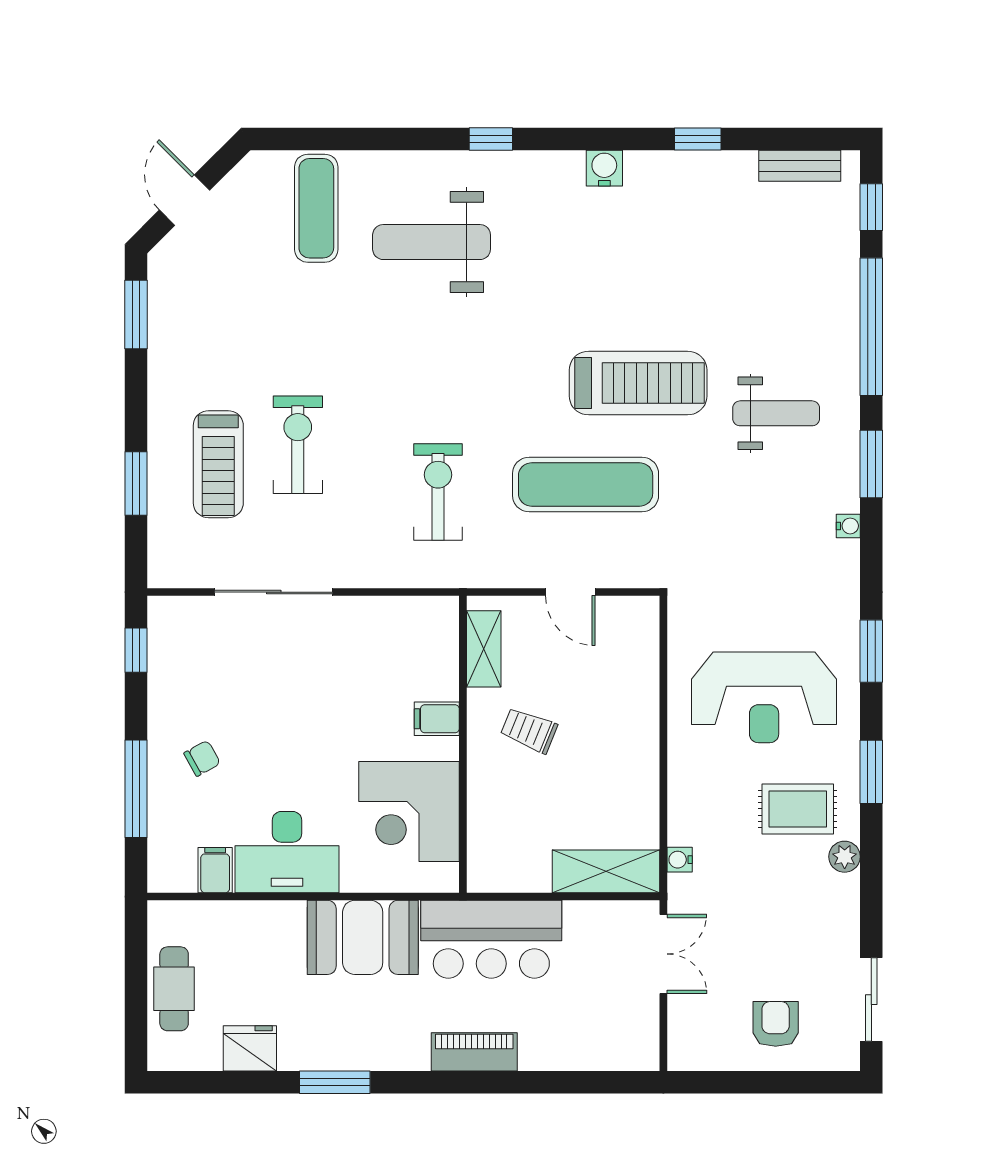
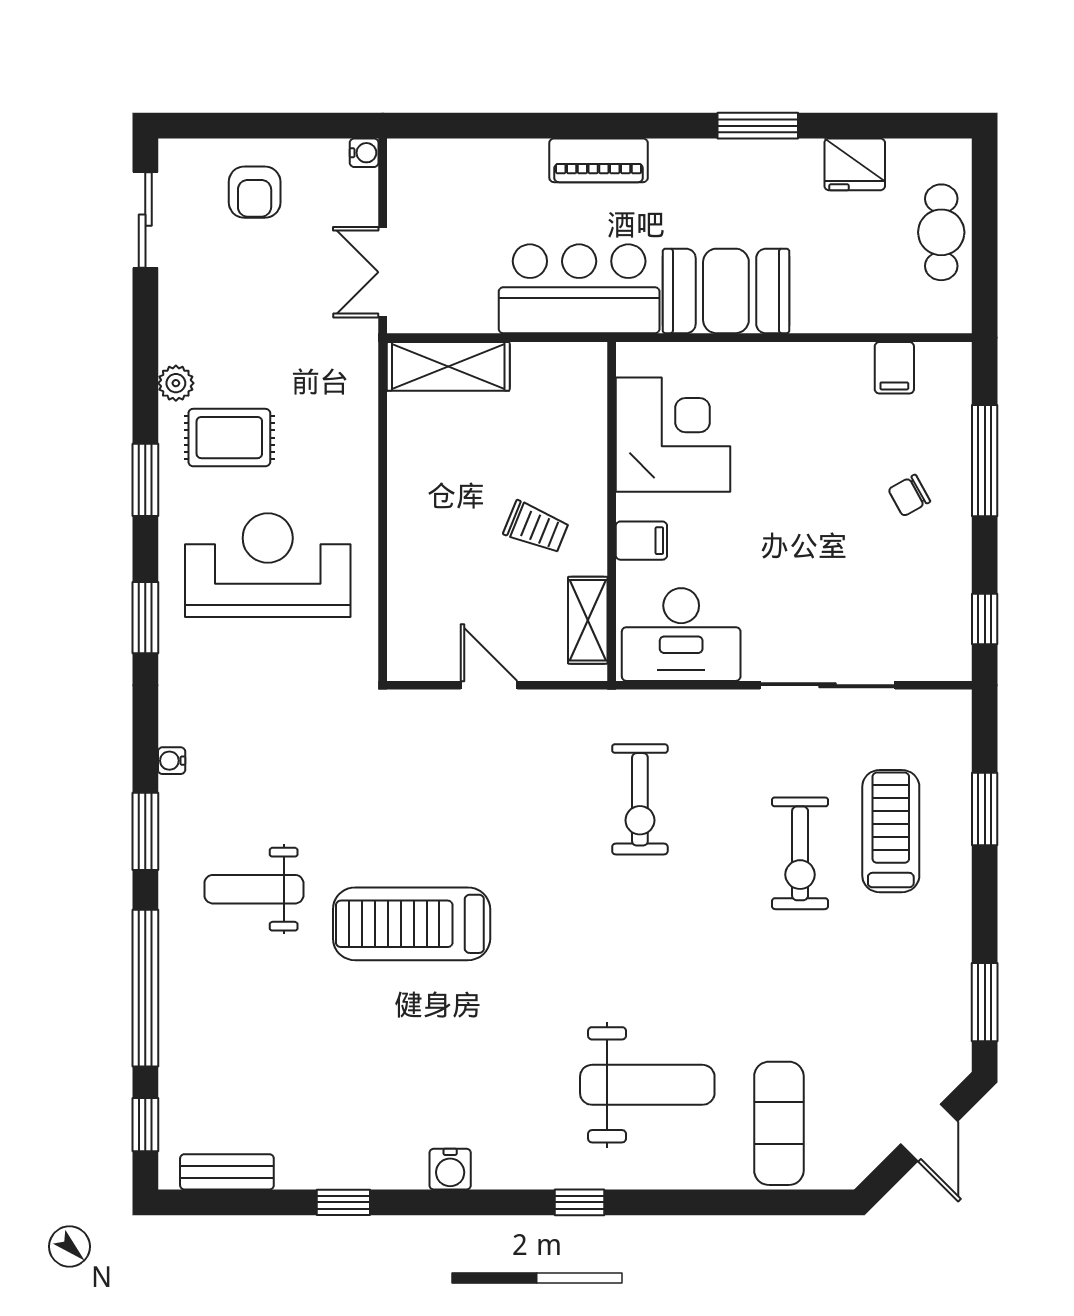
exercise mat: (586, 485) -> (471, 808), removed
desk: (287, 852) -> (681, 635), moved, turned 180
water cooler: (680, 860) -> (364, 153), moved

